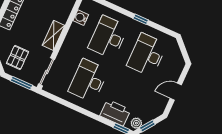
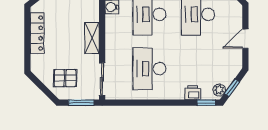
pallet: (18, 57) -> (65, 78), turned 90
printer: (115, 113) -> (193, 93), width x0.53, depth x0.68

